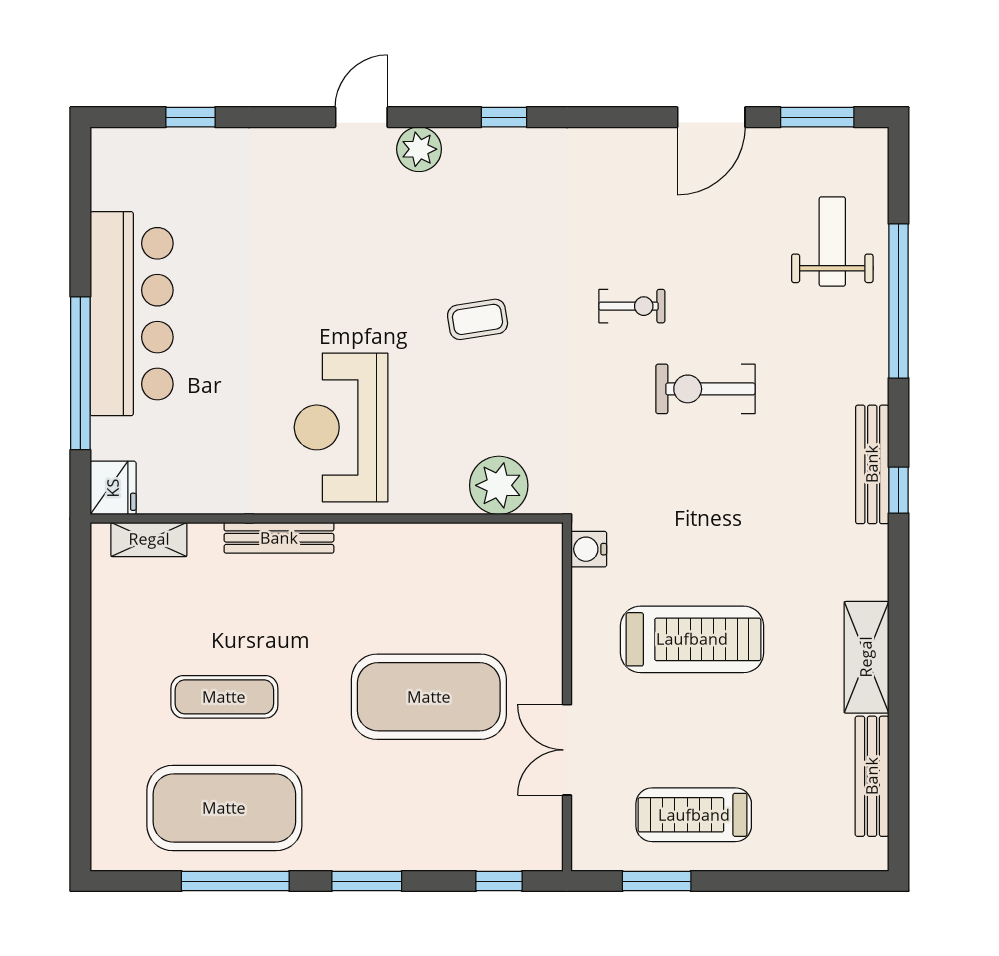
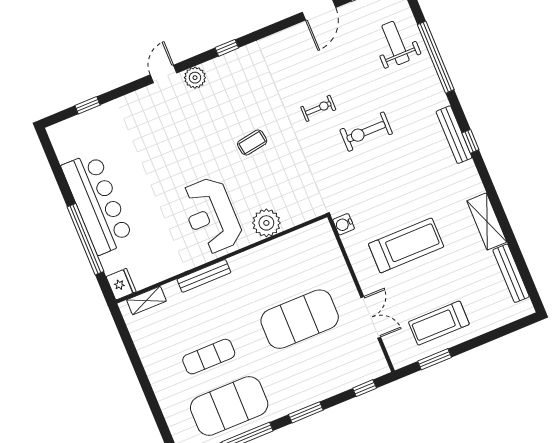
plant: (499, 485) -> (266, 223), moved
double door: (567, 750) -> (371, 317), swing flipped

